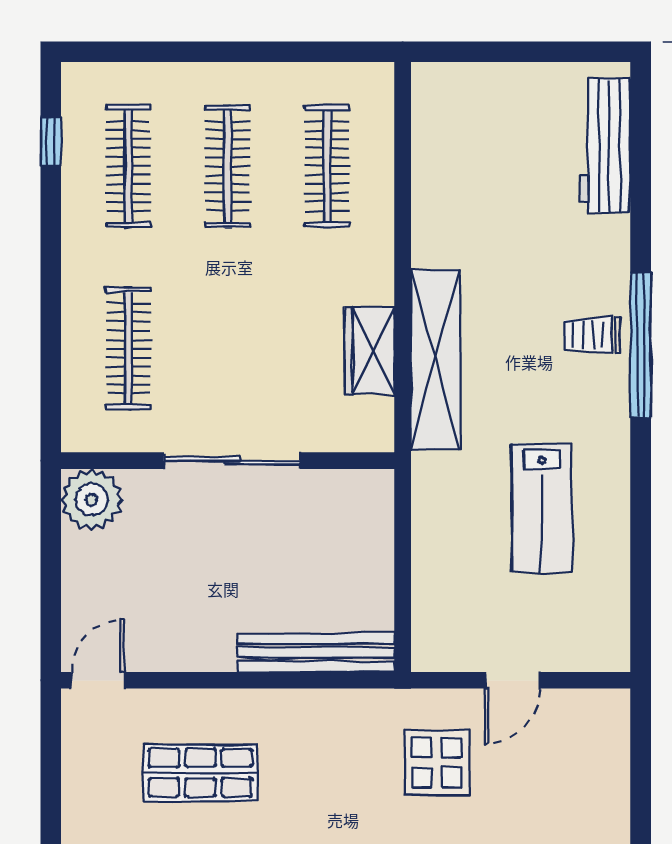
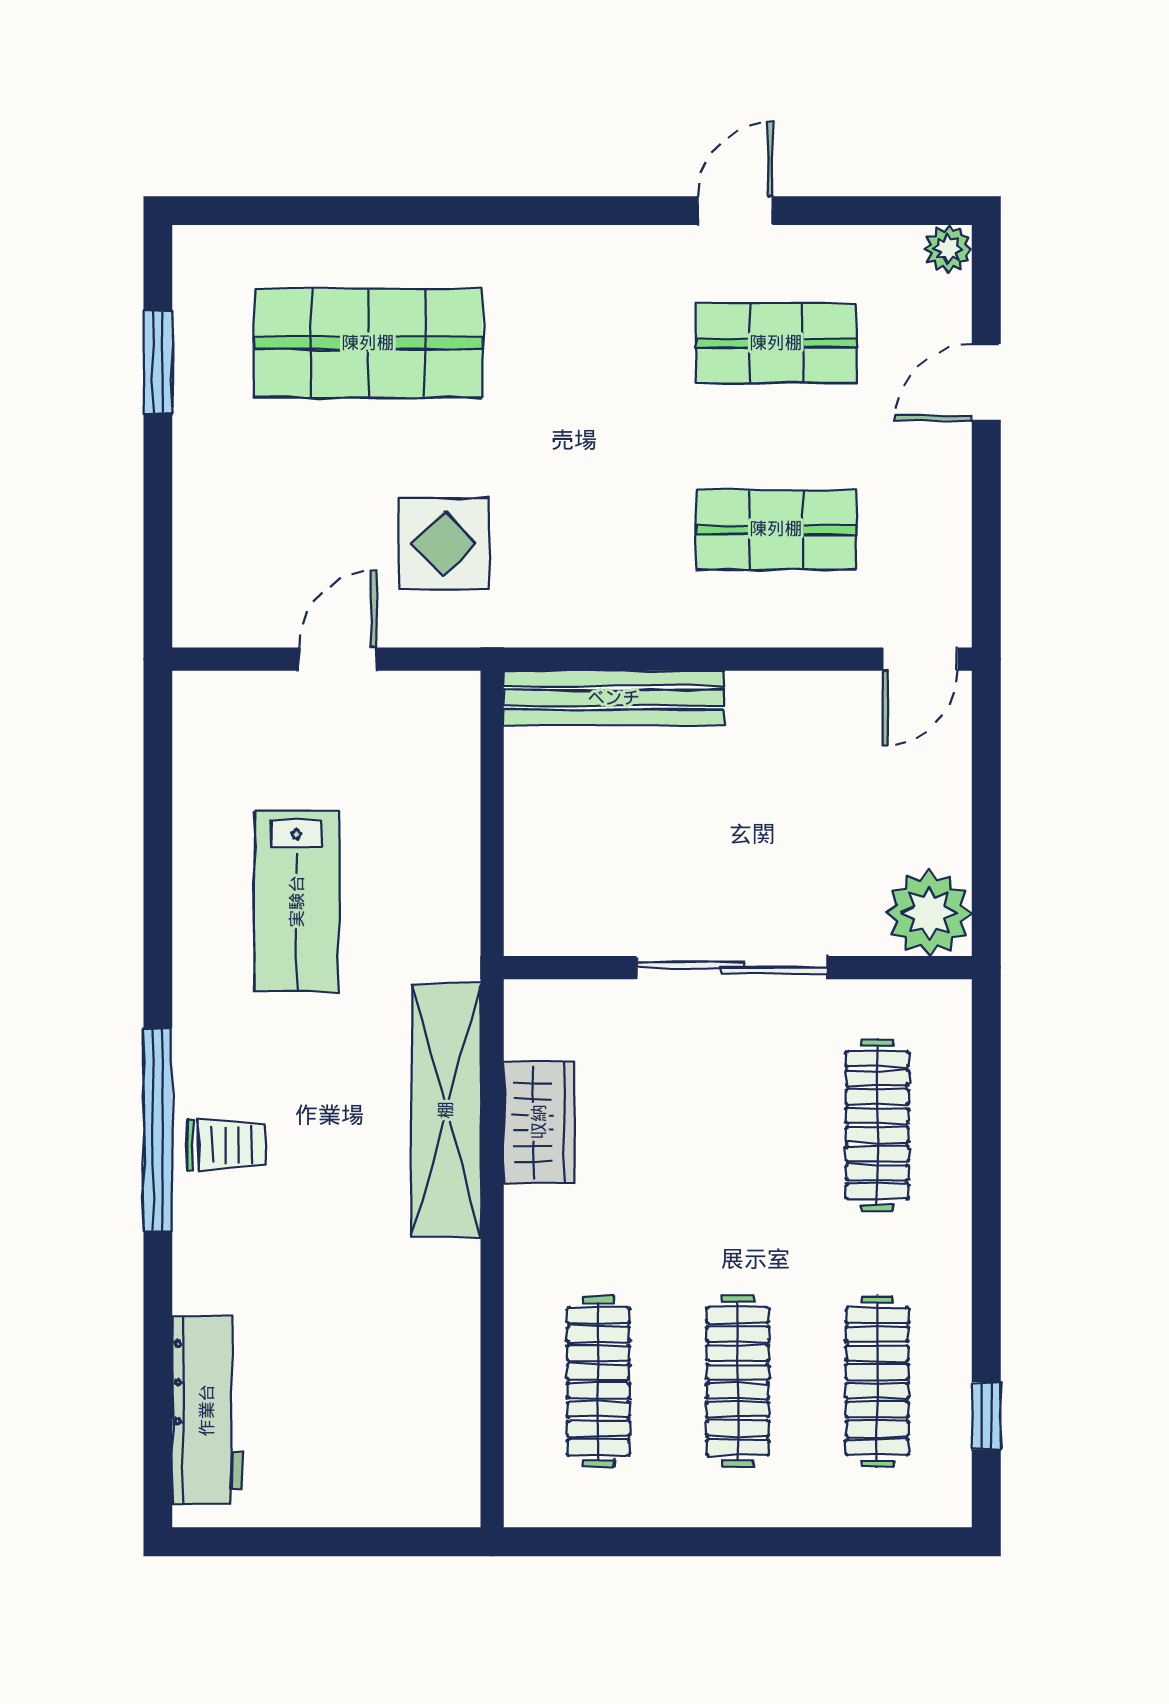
lab bench: (542, 508) -> (297, 901), turned 180

